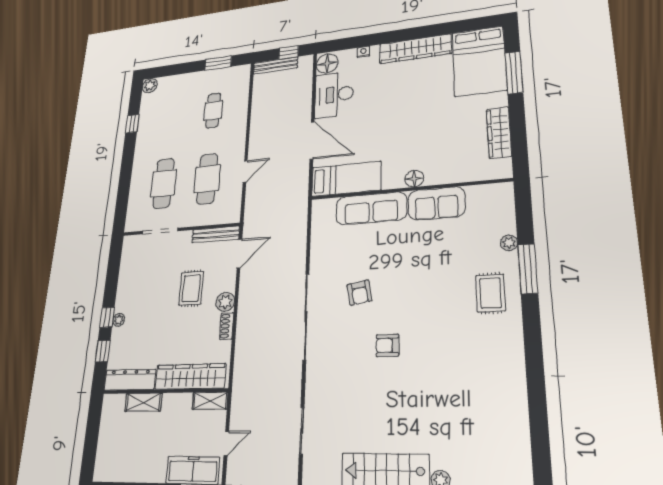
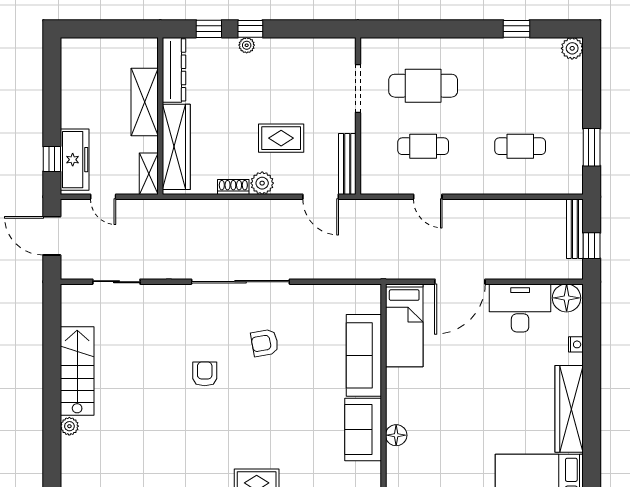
cafe table: (207, 179) -> (423, 146), width x0.73, depth x0.74
floor lamp: (414, 179) -> (396, 435), moved
shelving: (143, 402) -> (145, 102), width x1.50, depth x1.33

